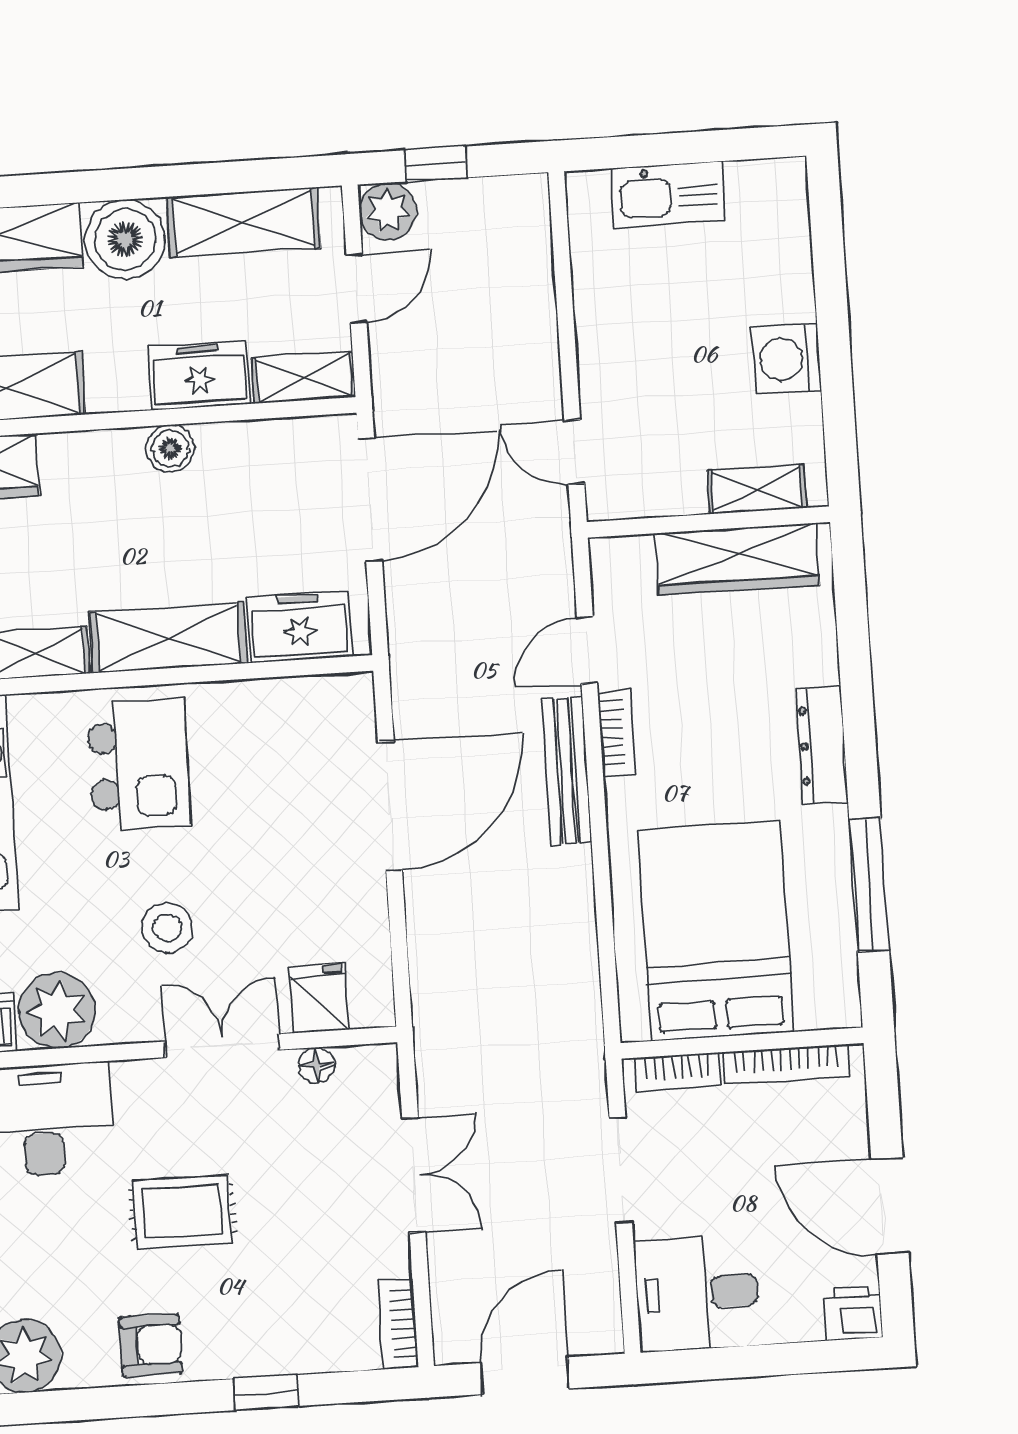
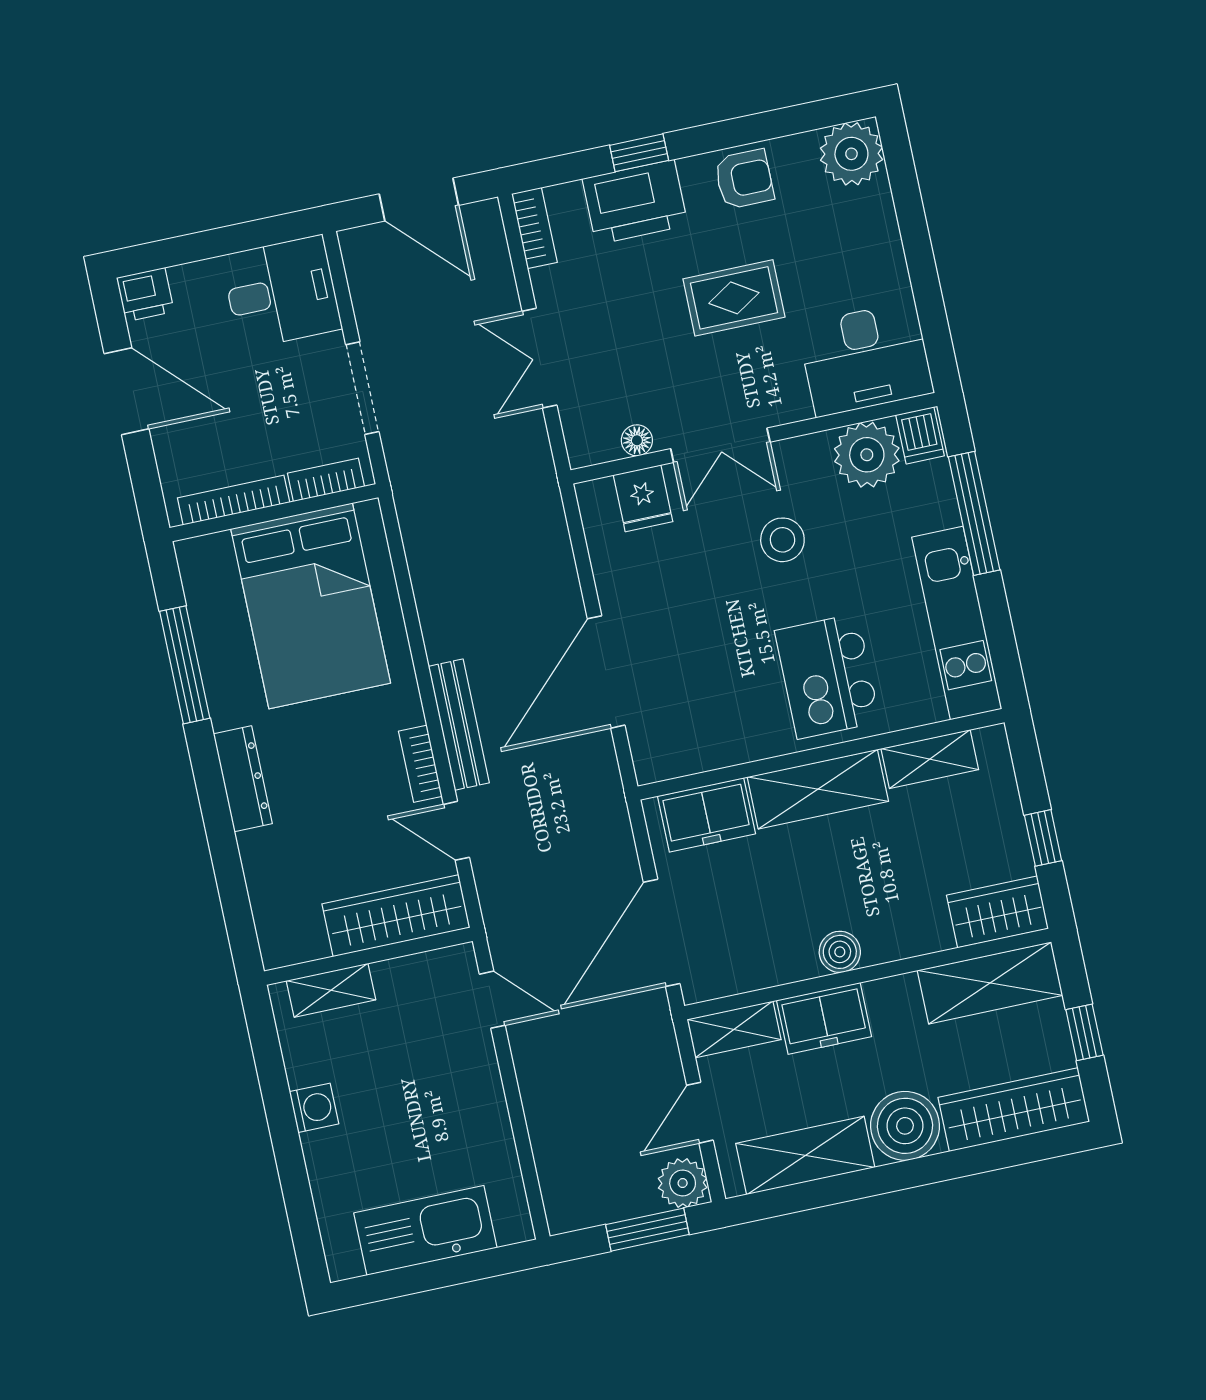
window: (436, 164) -> (647, 1230), width x1.50
kitchen sink: (668, 194) -> (425, 1230), width x1.36, depth x1.24
washing machine: (786, 359) -> (314, 1108), width x0.73, depth x0.73
wardrobe: (737, 559) -> (396, 916), moved
door: (587, 650) -> (456, 831), swing flipped
printer: (279, 1337) -> (635, 202), added
armchair: (151, 1345) -> (744, 179), turned 180
door: (525, 1376) -> (419, 200), hinge flipped

